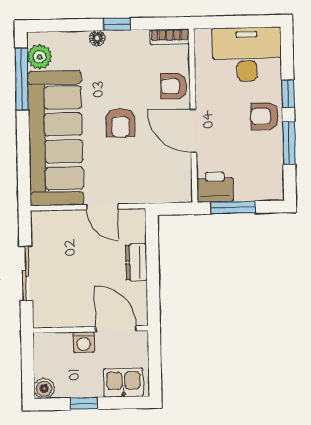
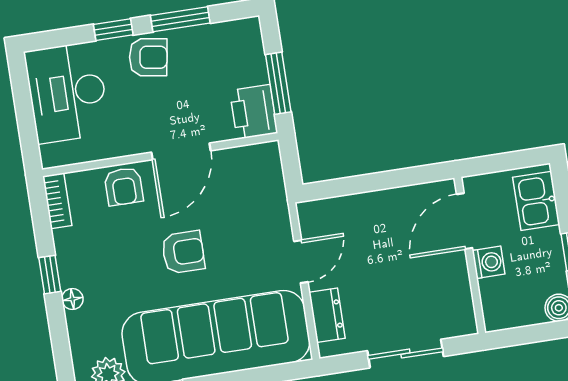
armchair: (265, 116) -> (148, 57), turned -81
dresser: (136, 262) -> (327, 315), moved, turned -90

